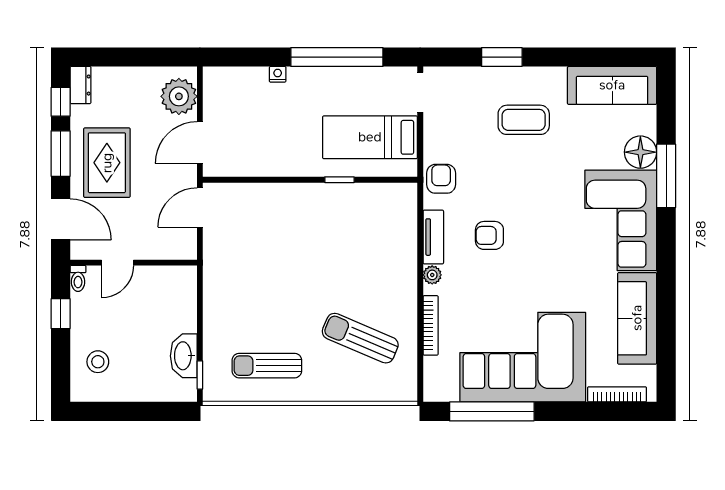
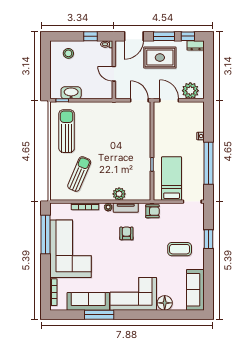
coffee table: (524, 120) -> (180, 249), turned 90
window: (666, 176) -> (99, 315), moved
plant: (403, 251) -> (119, 194), added
door: (117, 263) -> (114, 74), moved
sun lounger: (267, 366) -> (67, 131), width x1.36, depth x1.34

